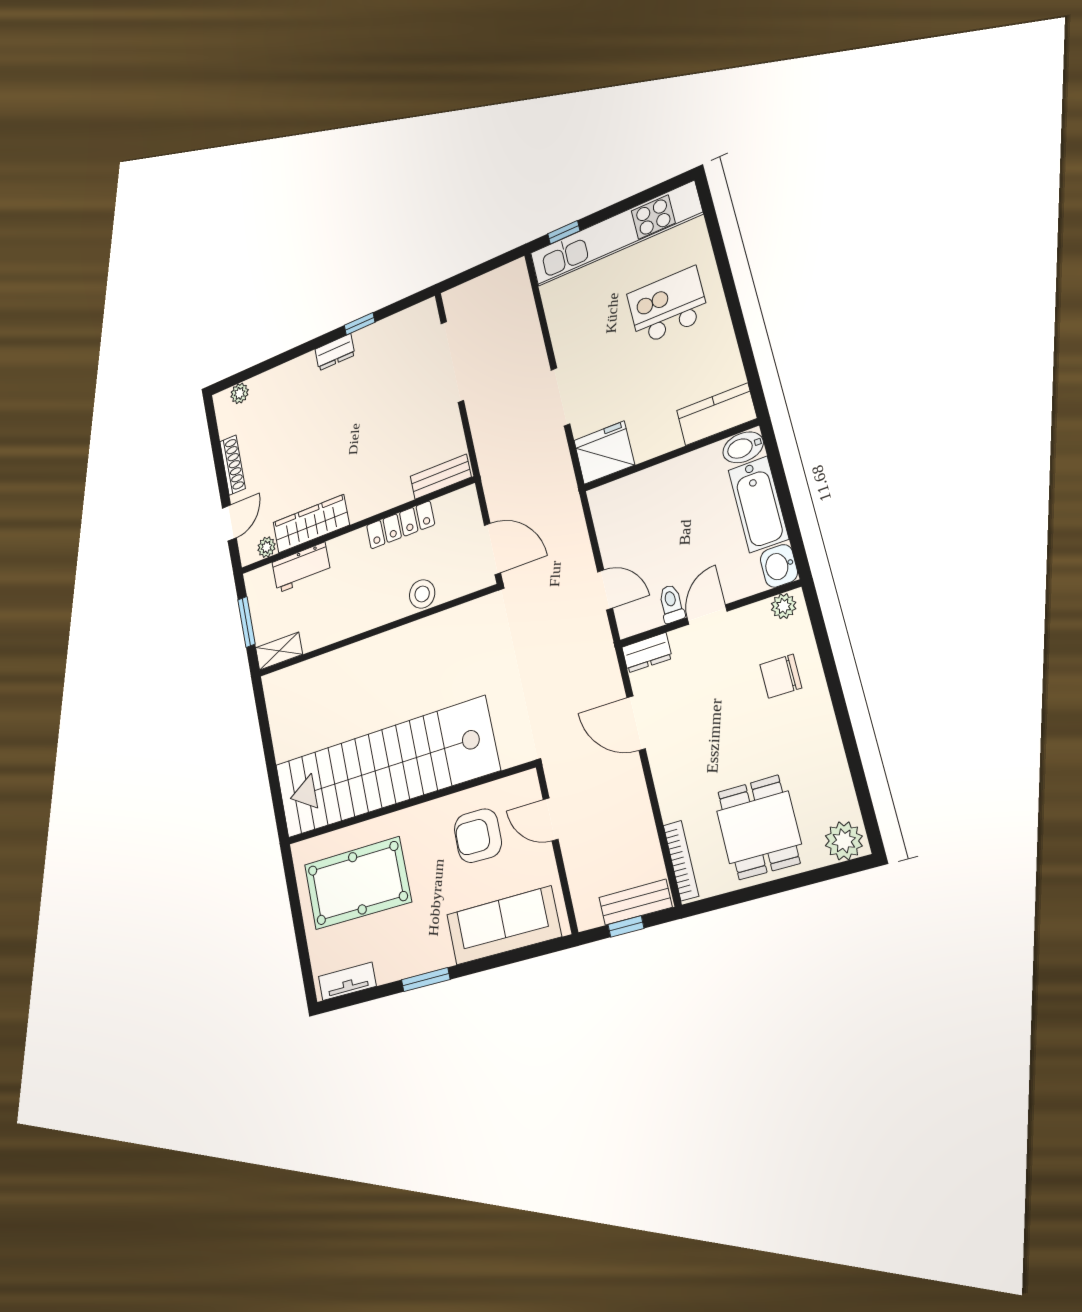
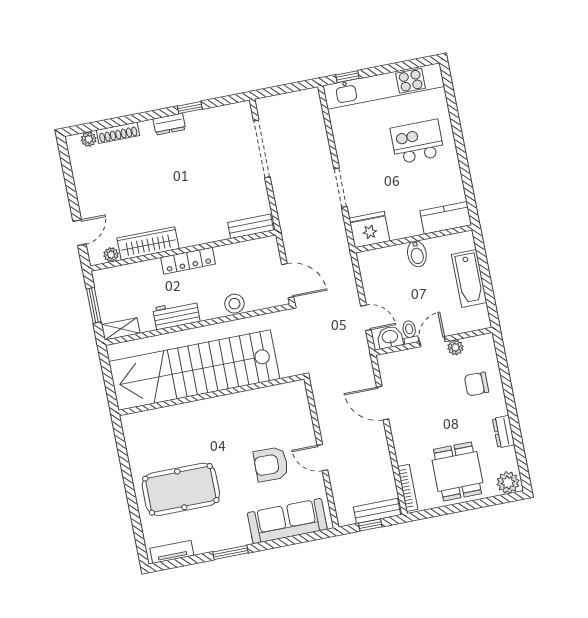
bidet: (743, 447) -> (417, 254), moved, turned -90
shoe rack: (233, 465) -> (118, 133), moved, turned 90
locker: (400, 525) -> (188, 261), moved
washbasin: (779, 566) -> (390, 337), moved, turned 90
workbench: (301, 568) -> (176, 315), moved, turned 180
plant: (784, 606) -> (455, 347), moved
dresser: (647, 653) -> (504, 432), moved, turned 90
stairs: (385, 768) -> (194, 370), moved
wall: (408, 804) -> (211, 395), moved

